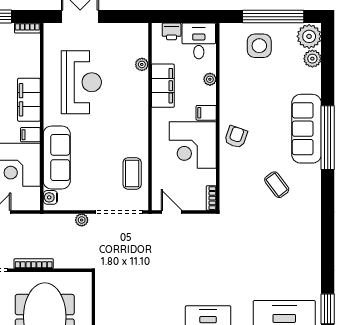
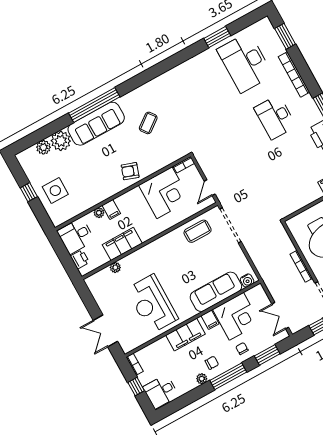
window: (273, 17) -> (29, 192), width x0.32
plant: (309, 36) -> (61, 141), moved
reception desk: (81, 82) -> (152, 304), turned -90
filing cabinet: (206, 113) -> (111, 209), moved
corner desk: (193, 145) -> (164, 193), moved
plant: (82, 220) -> (251, 249), removed

